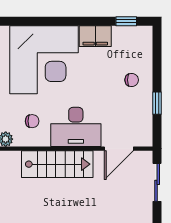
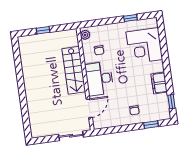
corner desk: (44, 60) -> (144, 46), width x0.74, depth x0.74
window: (157, 103) -> (151, 125), moved
door: (119, 149) -> (89, 108), swing flipped

